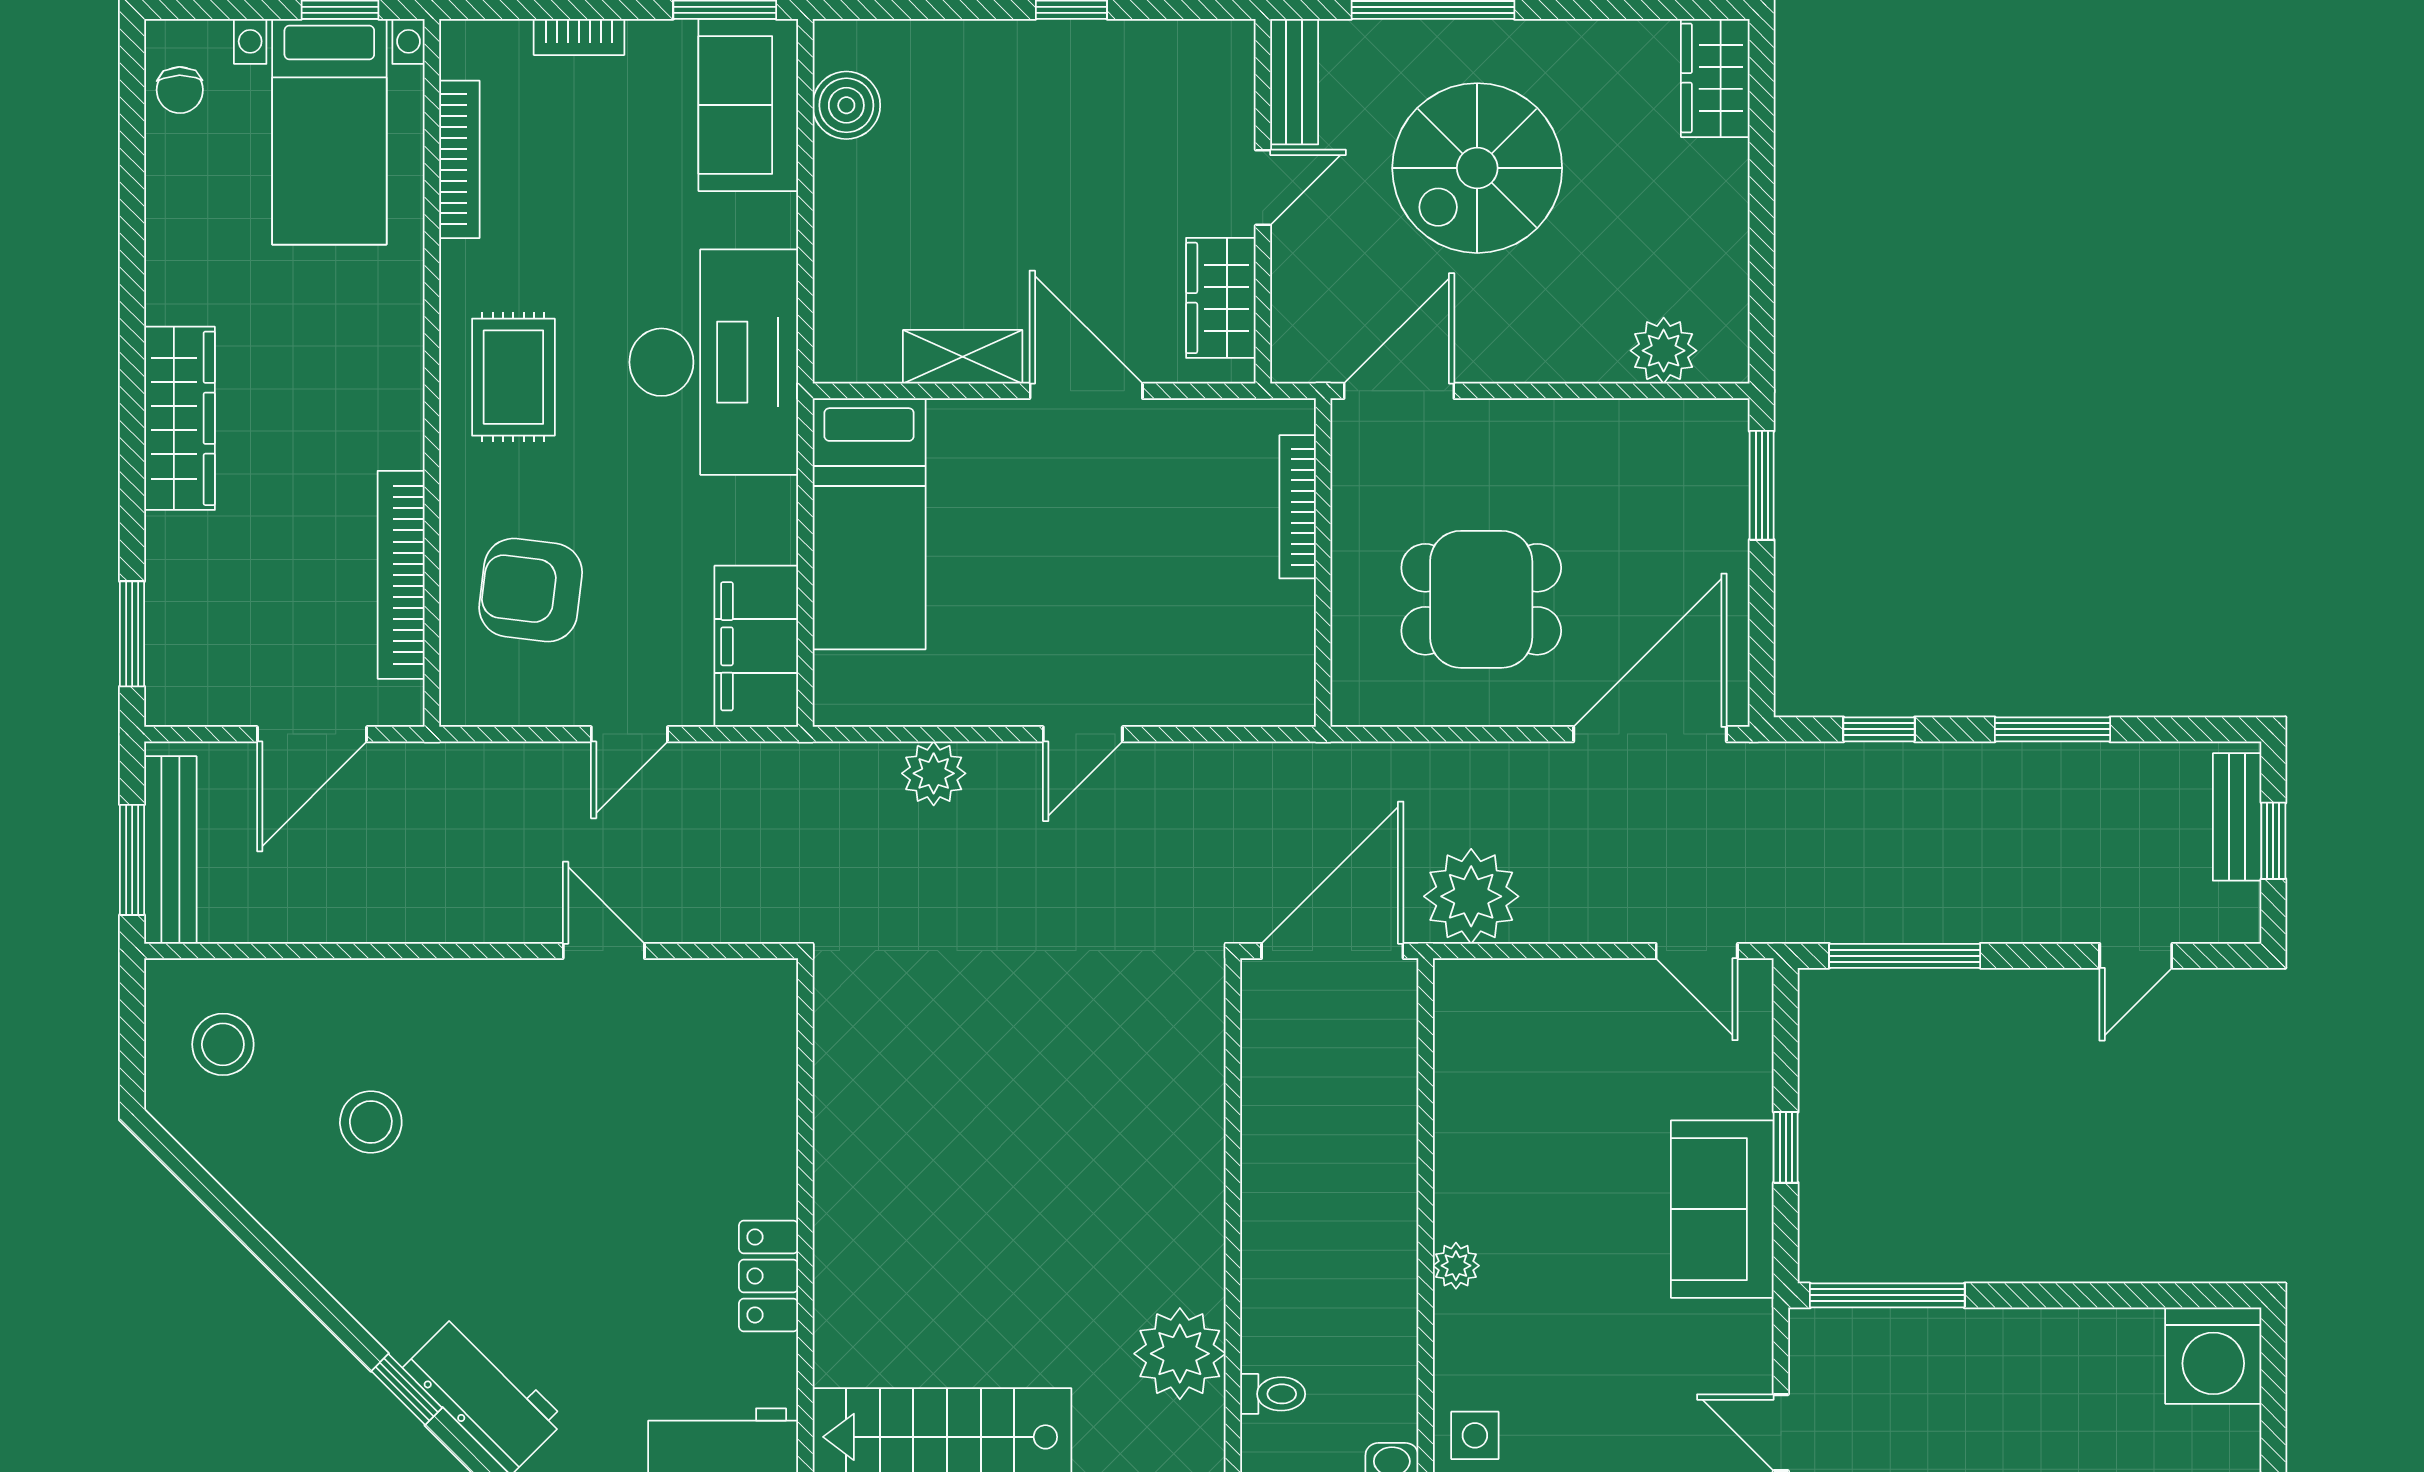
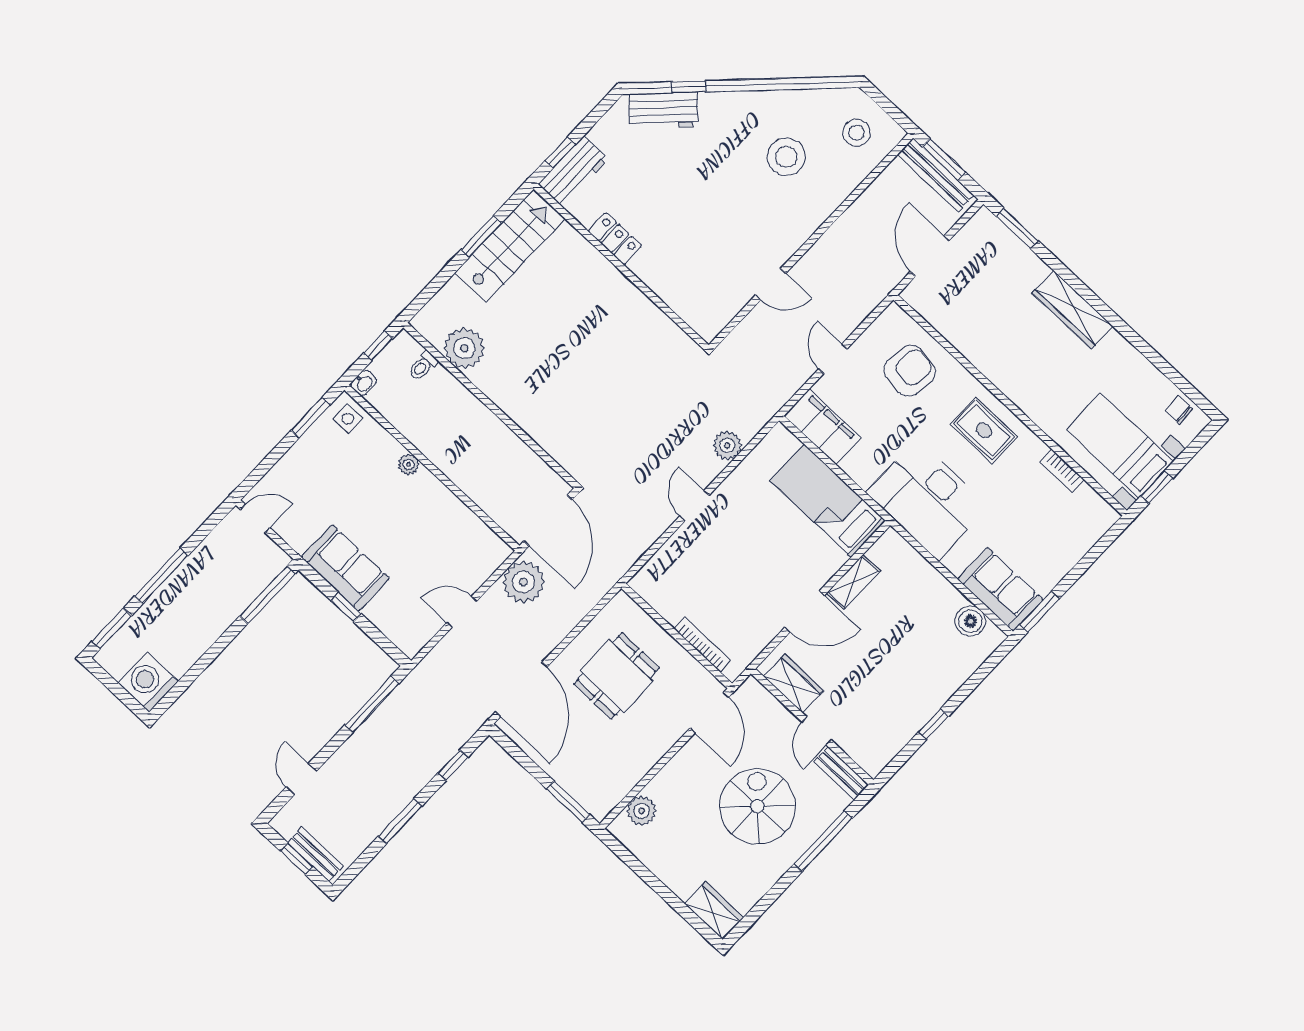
bookcase: (579, 37) -> (1074, 555), removed
bookcase: (459, 159) -> (1062, 471), width x0.64
bookcase: (401, 575) -> (954, 334), removed
door: (1697, 951) -> (462, 612), moved
stool: (371, 1122) -> (786, 157), width x1.38, depth x1.38

